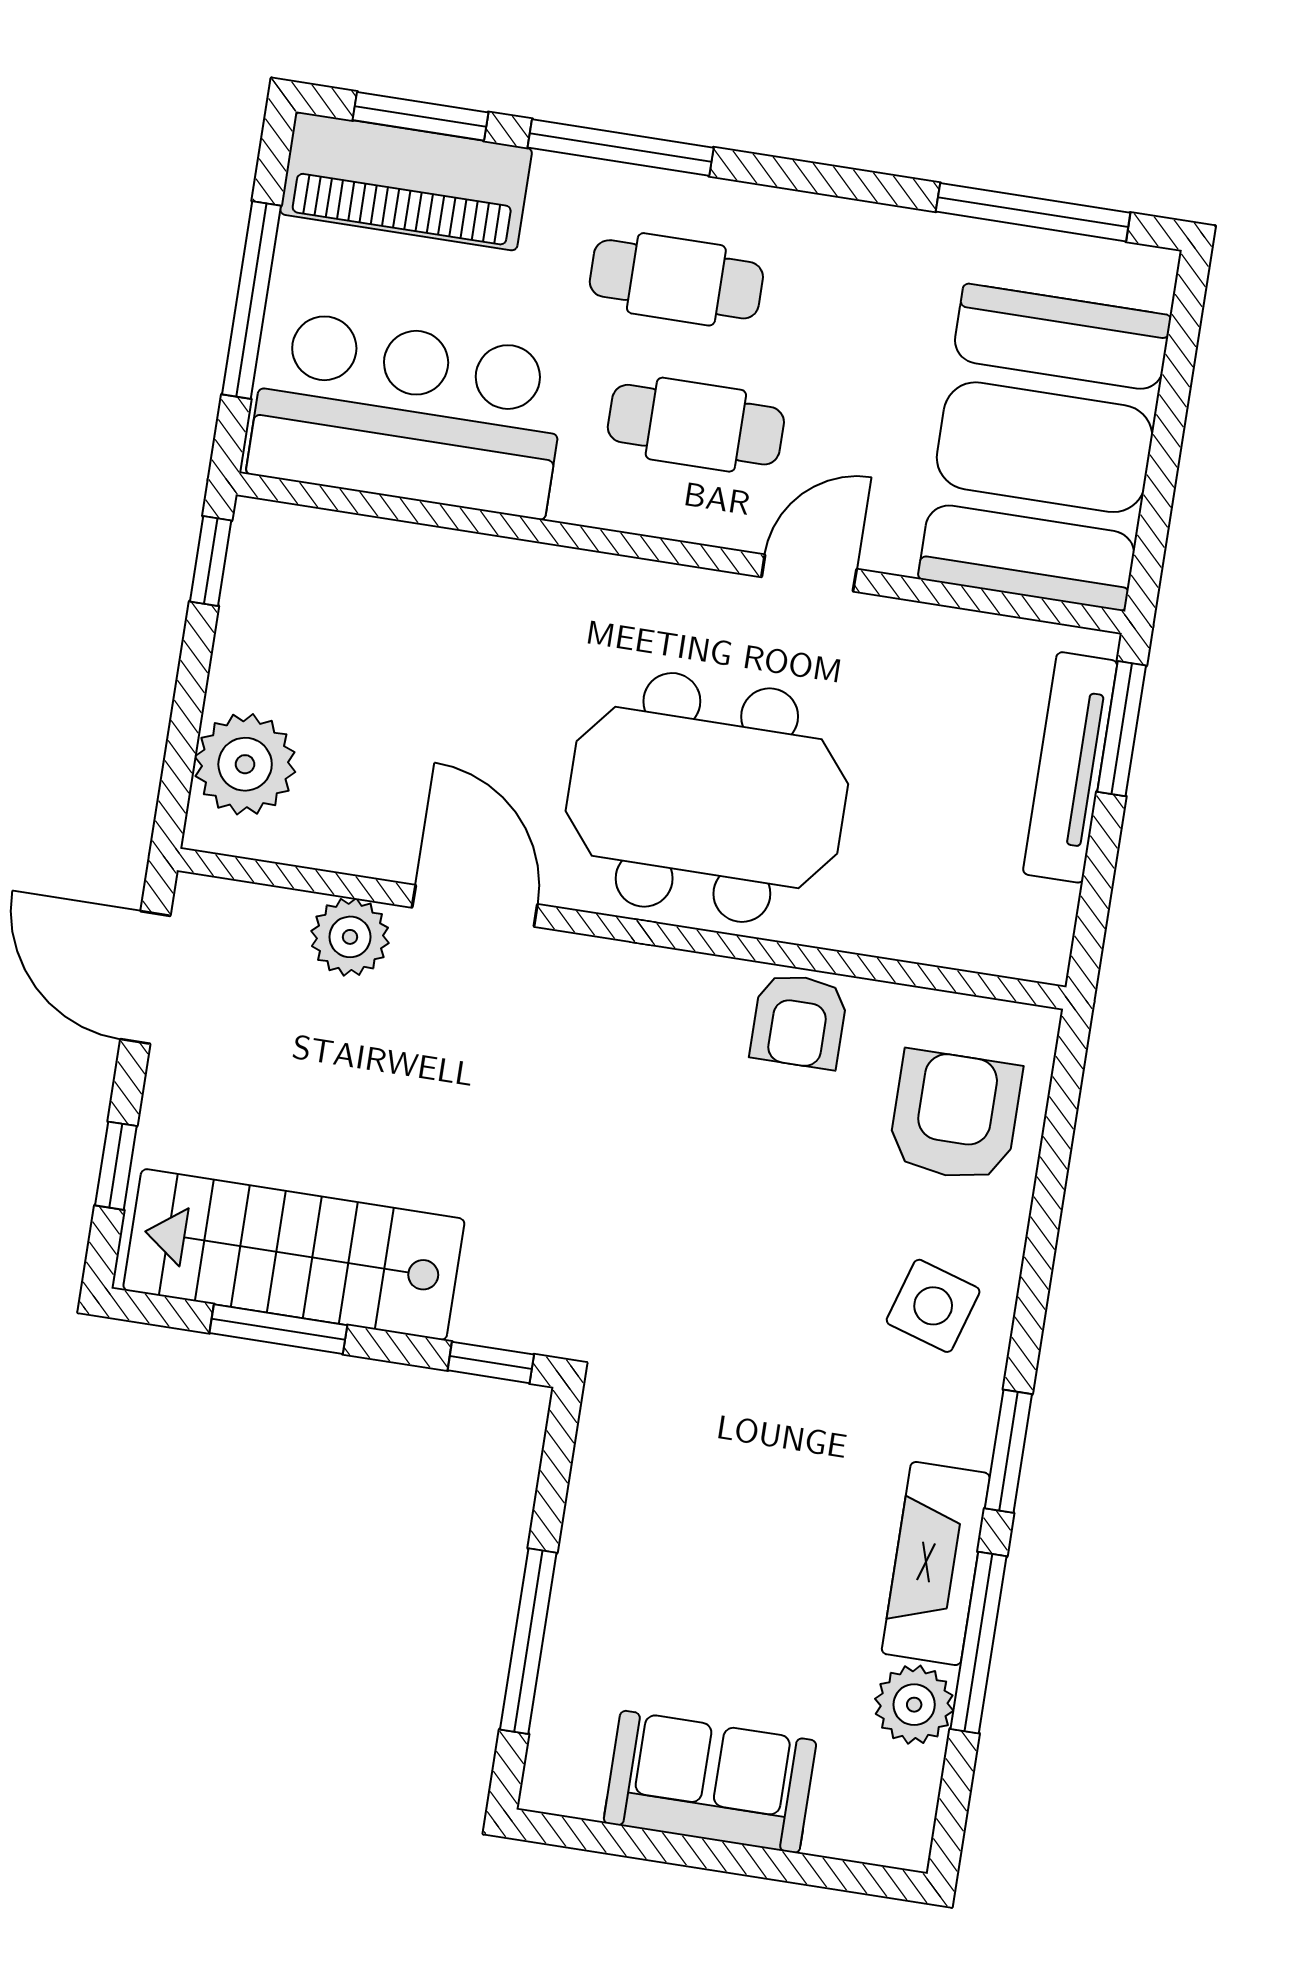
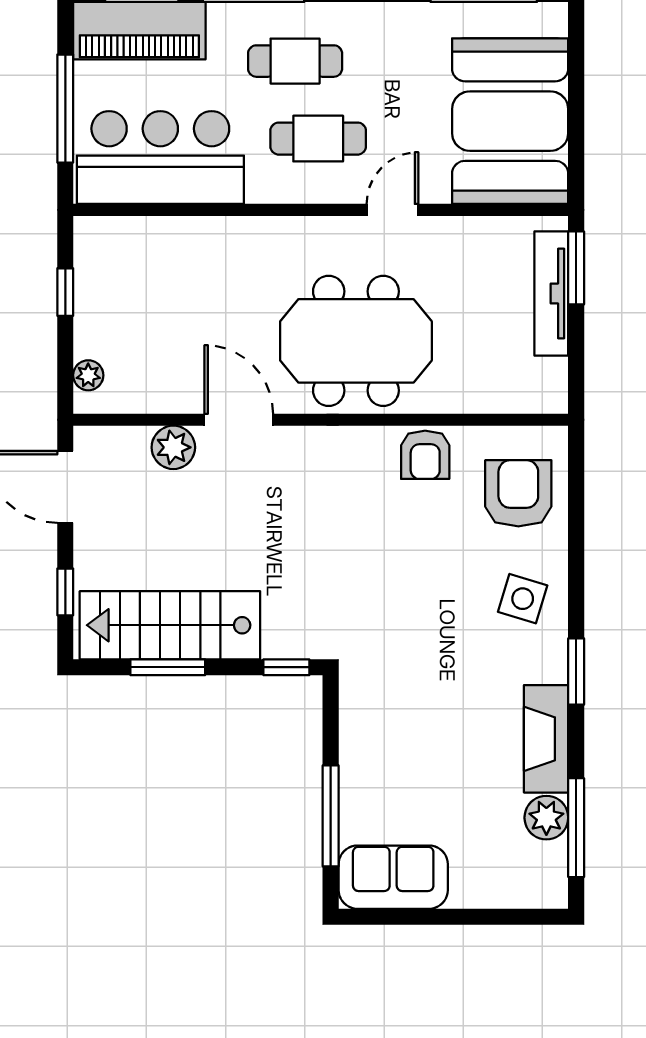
window: (211, 561) -> (65, 292), moved
plant: (245, 764) -> (88, 375), width x0.53, depth x0.53
window: (978, 1643) -> (576, 828), moved
sofa: (710, 1782) -> (393, 877), moved

